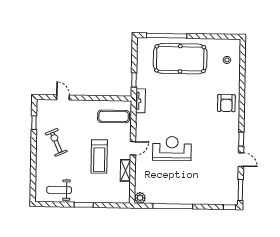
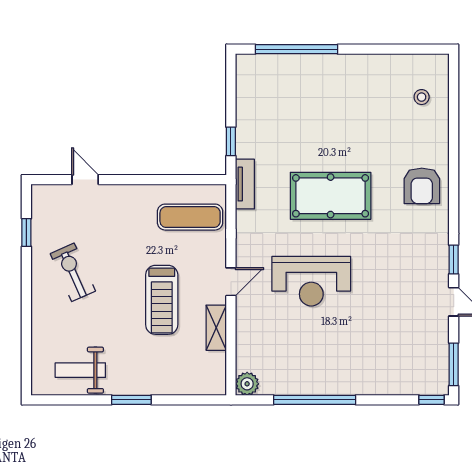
pool table: (180, 59) -> (331, 196), moved, width x0.73, depth x0.76
reception desk: (172, 149) -> (311, 281), turned 180

